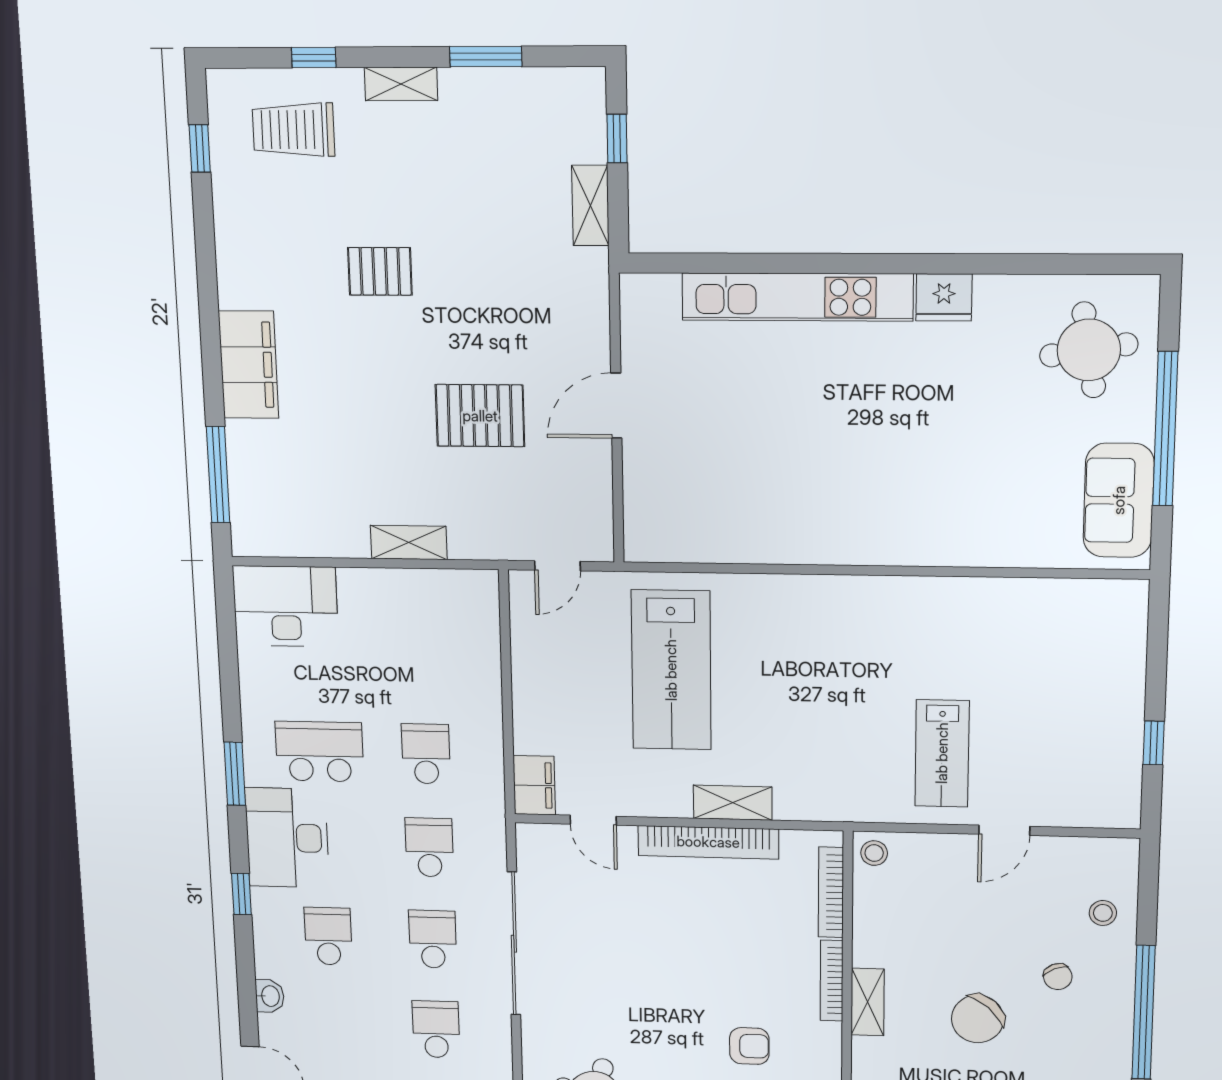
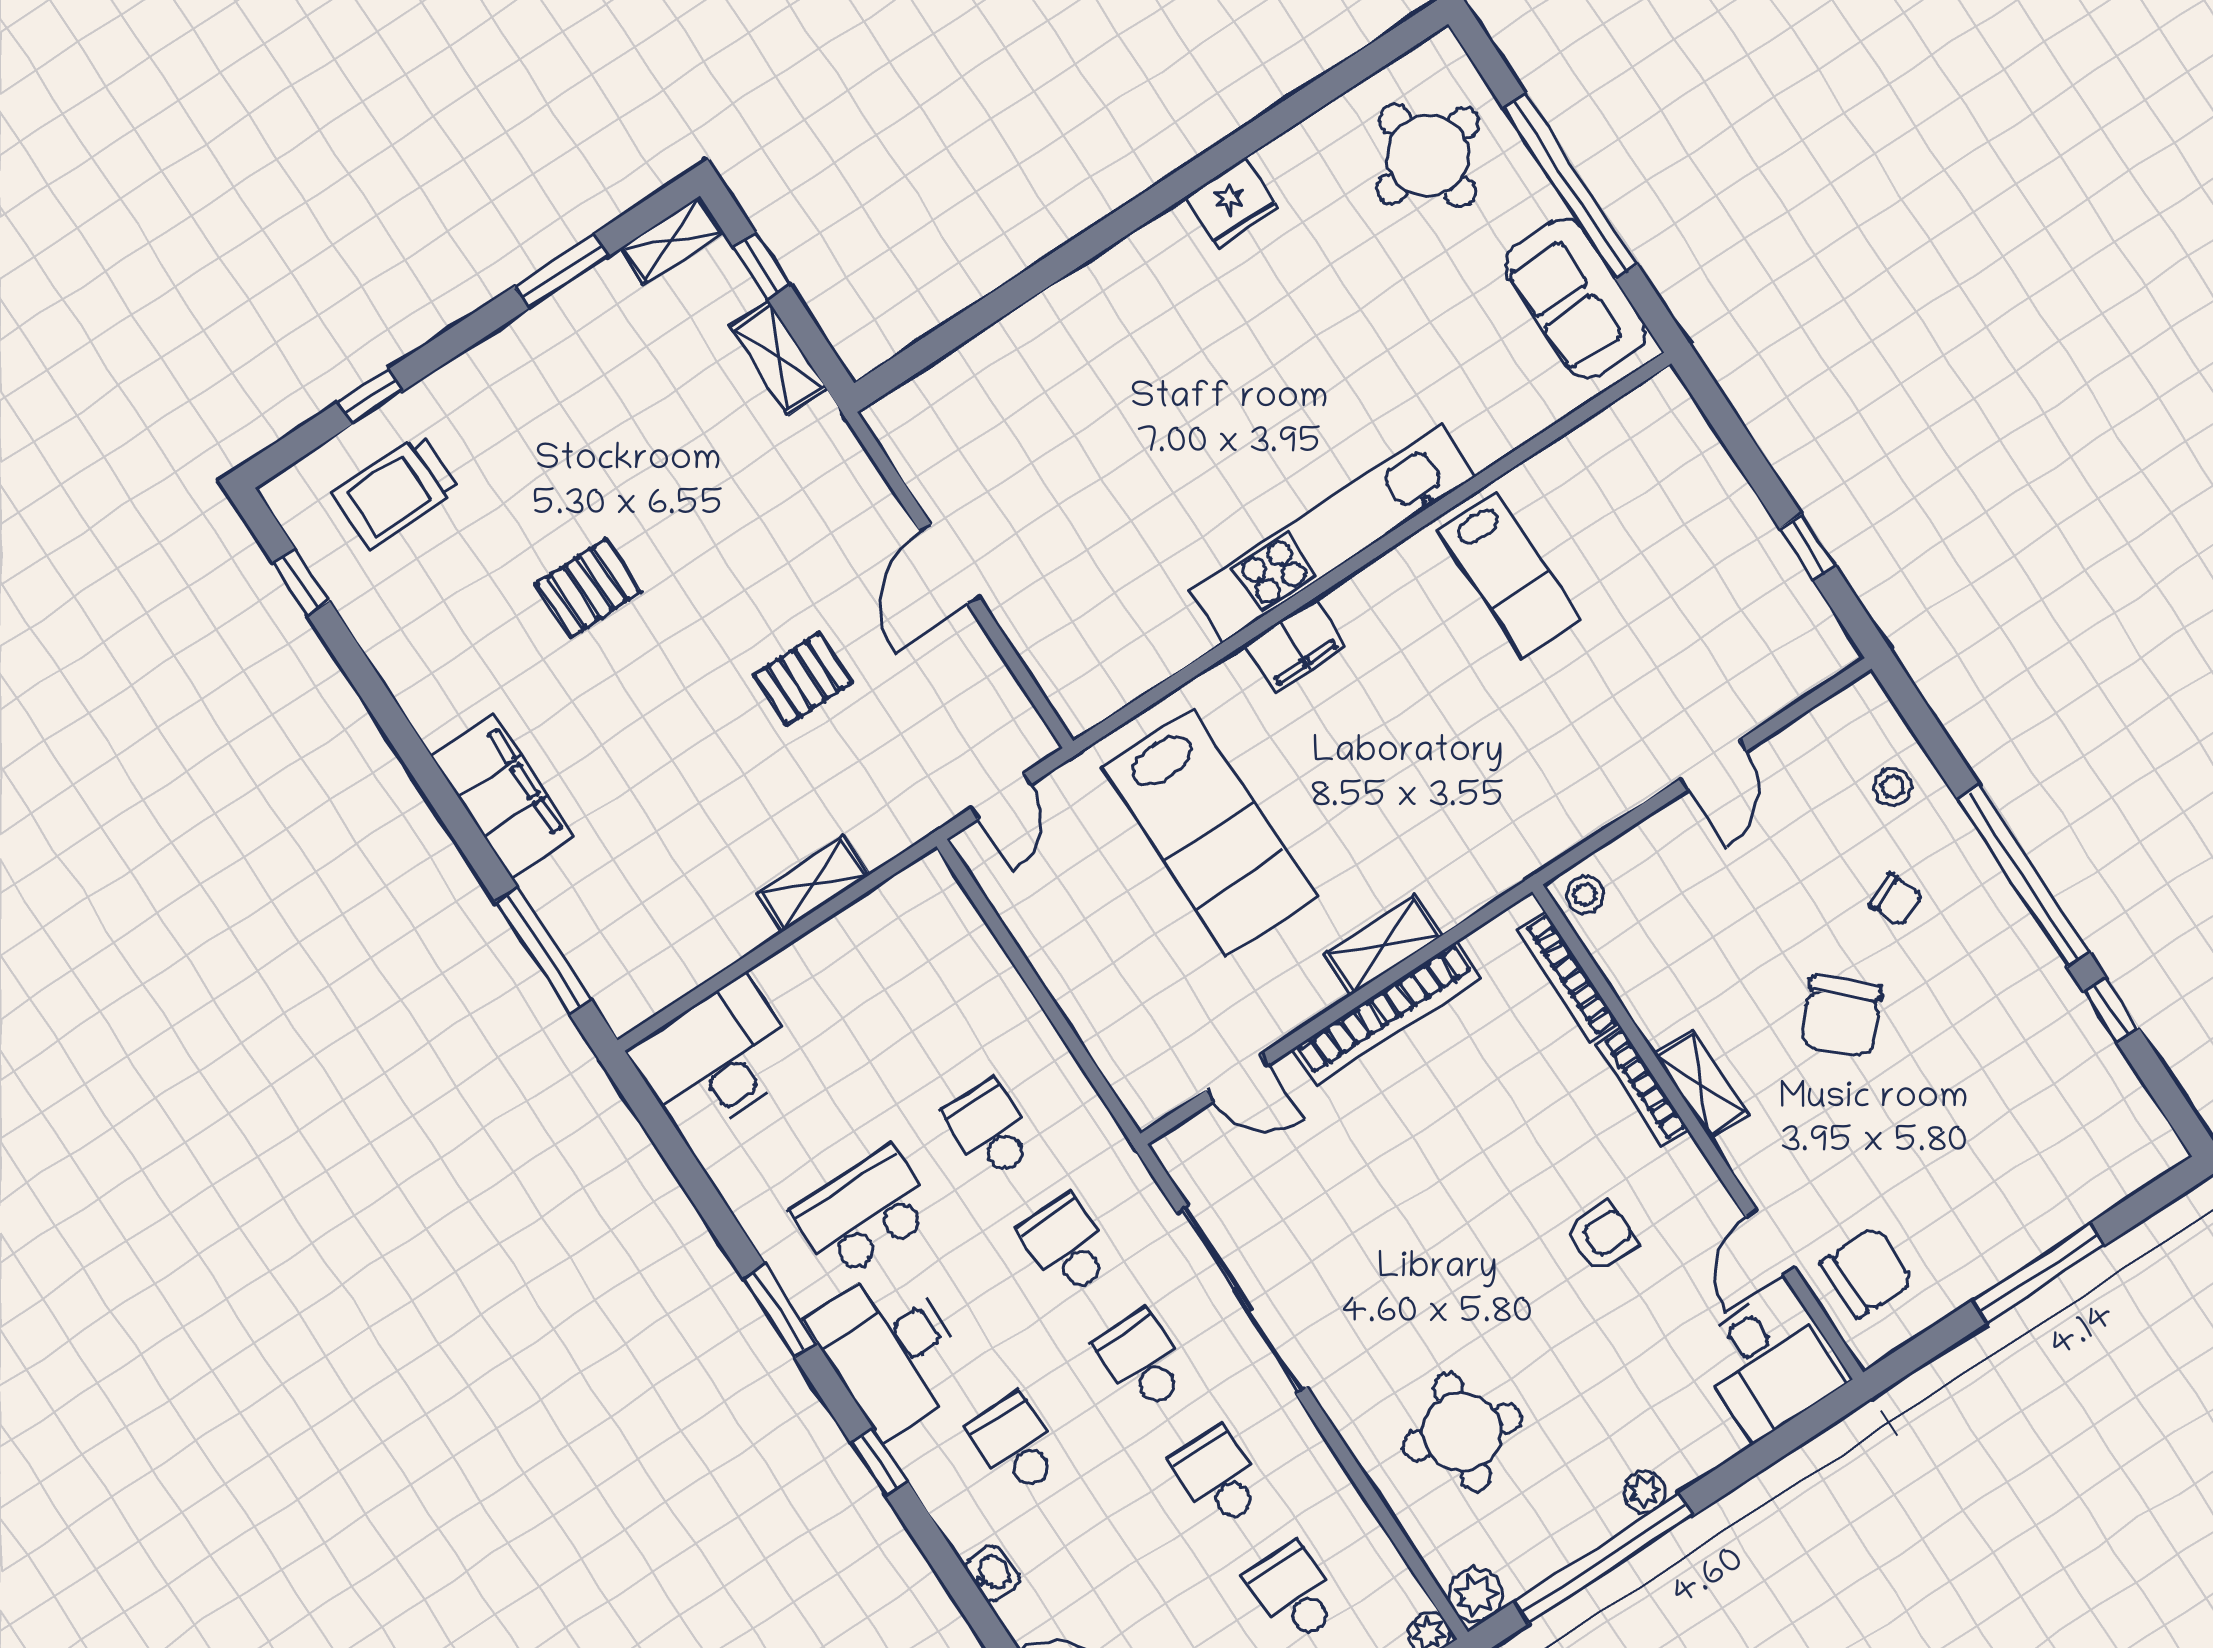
shelving: (401, 84) -> (672, 240), moved
kitchen unit: (797, 297) -> (1332, 534), moved, turned 180
pallet: (480, 416) -> (803, 679), width x0.67, depth x0.71
lab bench: (942, 753) -> (1510, 575), moved
filing cabinet: (534, 785) -> (1295, 645), moved, turned 90

